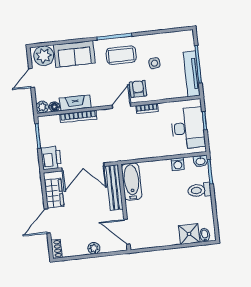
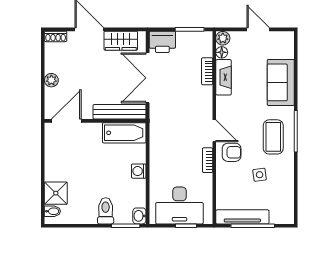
plant: (44, 56) -> (282, 46), removed
bookcase: (78, 117) -> (207, 71), width x0.64
washing machine: (178, 164) -> (139, 171), moved

